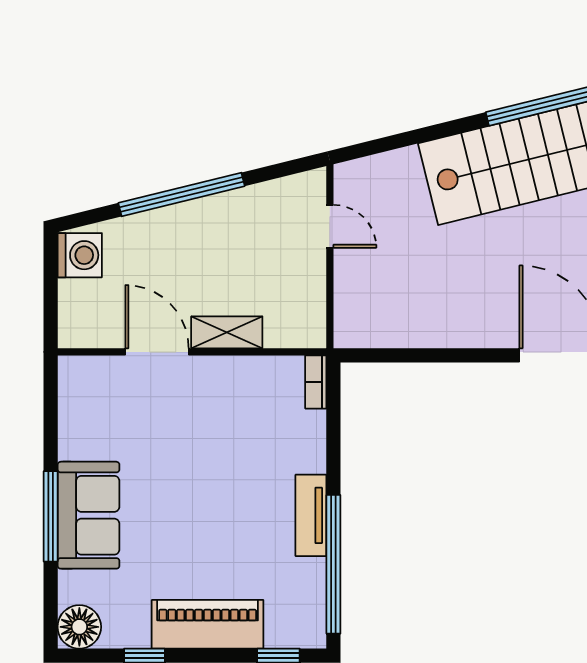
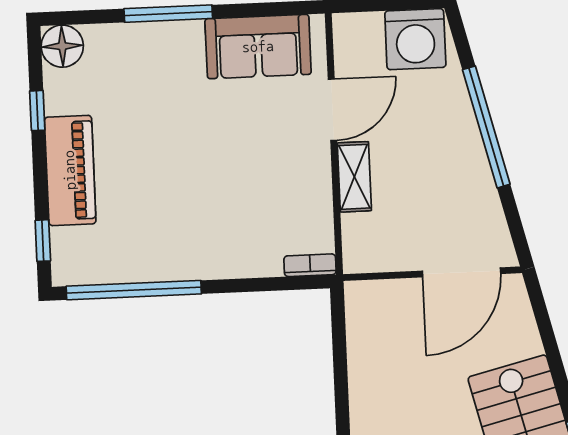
door: (330, 226) -> (462, 272), width x1.87
washing machine: (80, 255) -> (415, 39), width x1.37, depth x1.37
sofa: (89, 515) -> (258, 47), moved
tv unit: (311, 515) -> (180, 266), removed

